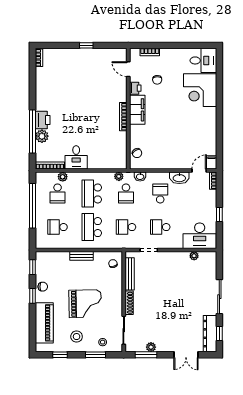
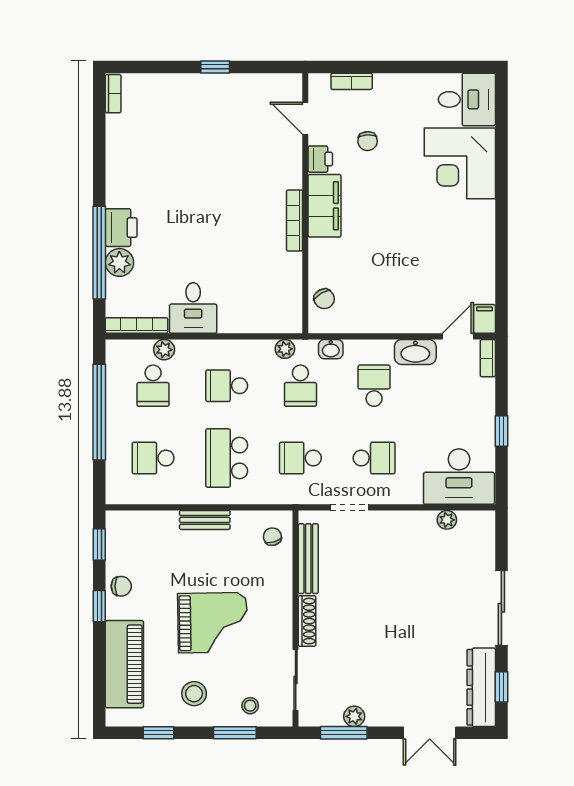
school desk: (92, 193) -> (227, 386), width x0.54
school desk: (160, 227) -> (374, 458), turned 180

